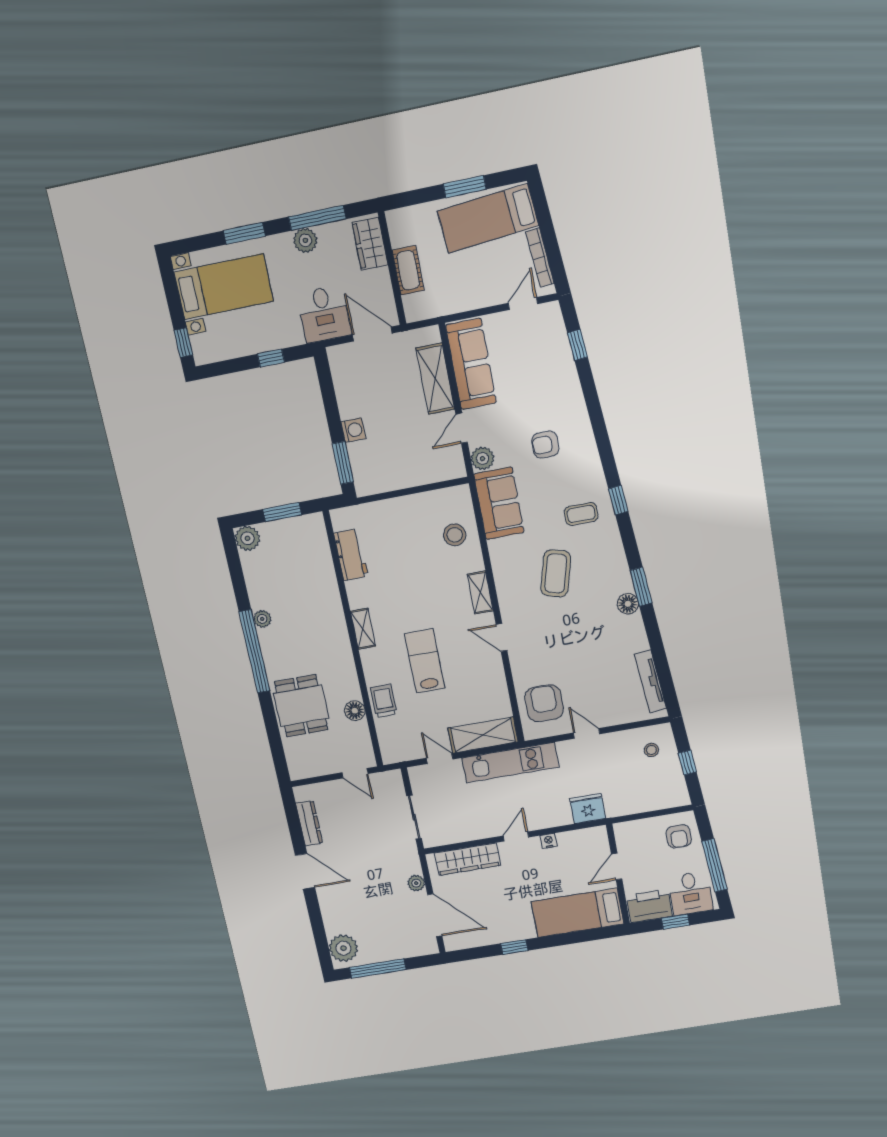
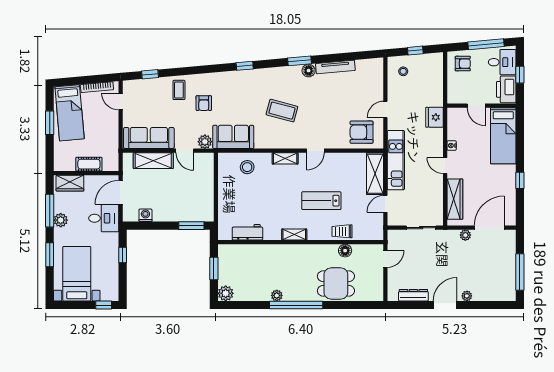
washing machine: (353, 430) -> (145, 215), moved
coffee table: (581, 514) -> (179, 90), moved
tv unit: (650, 681) -> (335, 67), moved
plant: (343, 948) -> (467, 296), moved, width x0.53, depth x0.53

